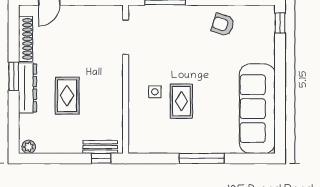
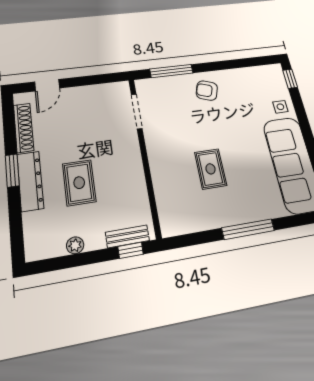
armchair: (223, 25) -> (207, 91), moved
side table: (155, 92) -> (280, 107), moved
plant: (29, 147) -> (75, 245), moved

